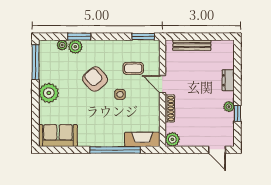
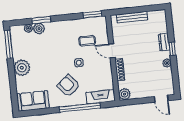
armchair: (95, 79) -> (68, 86), moved
window: (237, 113) -> (172, 49), moved

